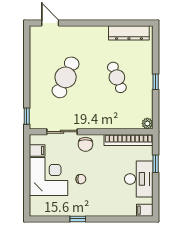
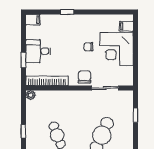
window: (27, 116) -> (136, 115), moved
filing cabinet: (37, 151) -> (126, 26), moved
desk: (139, 179) -> (38, 51), width x0.73
window: (78, 219) -> (67, 12), moved

